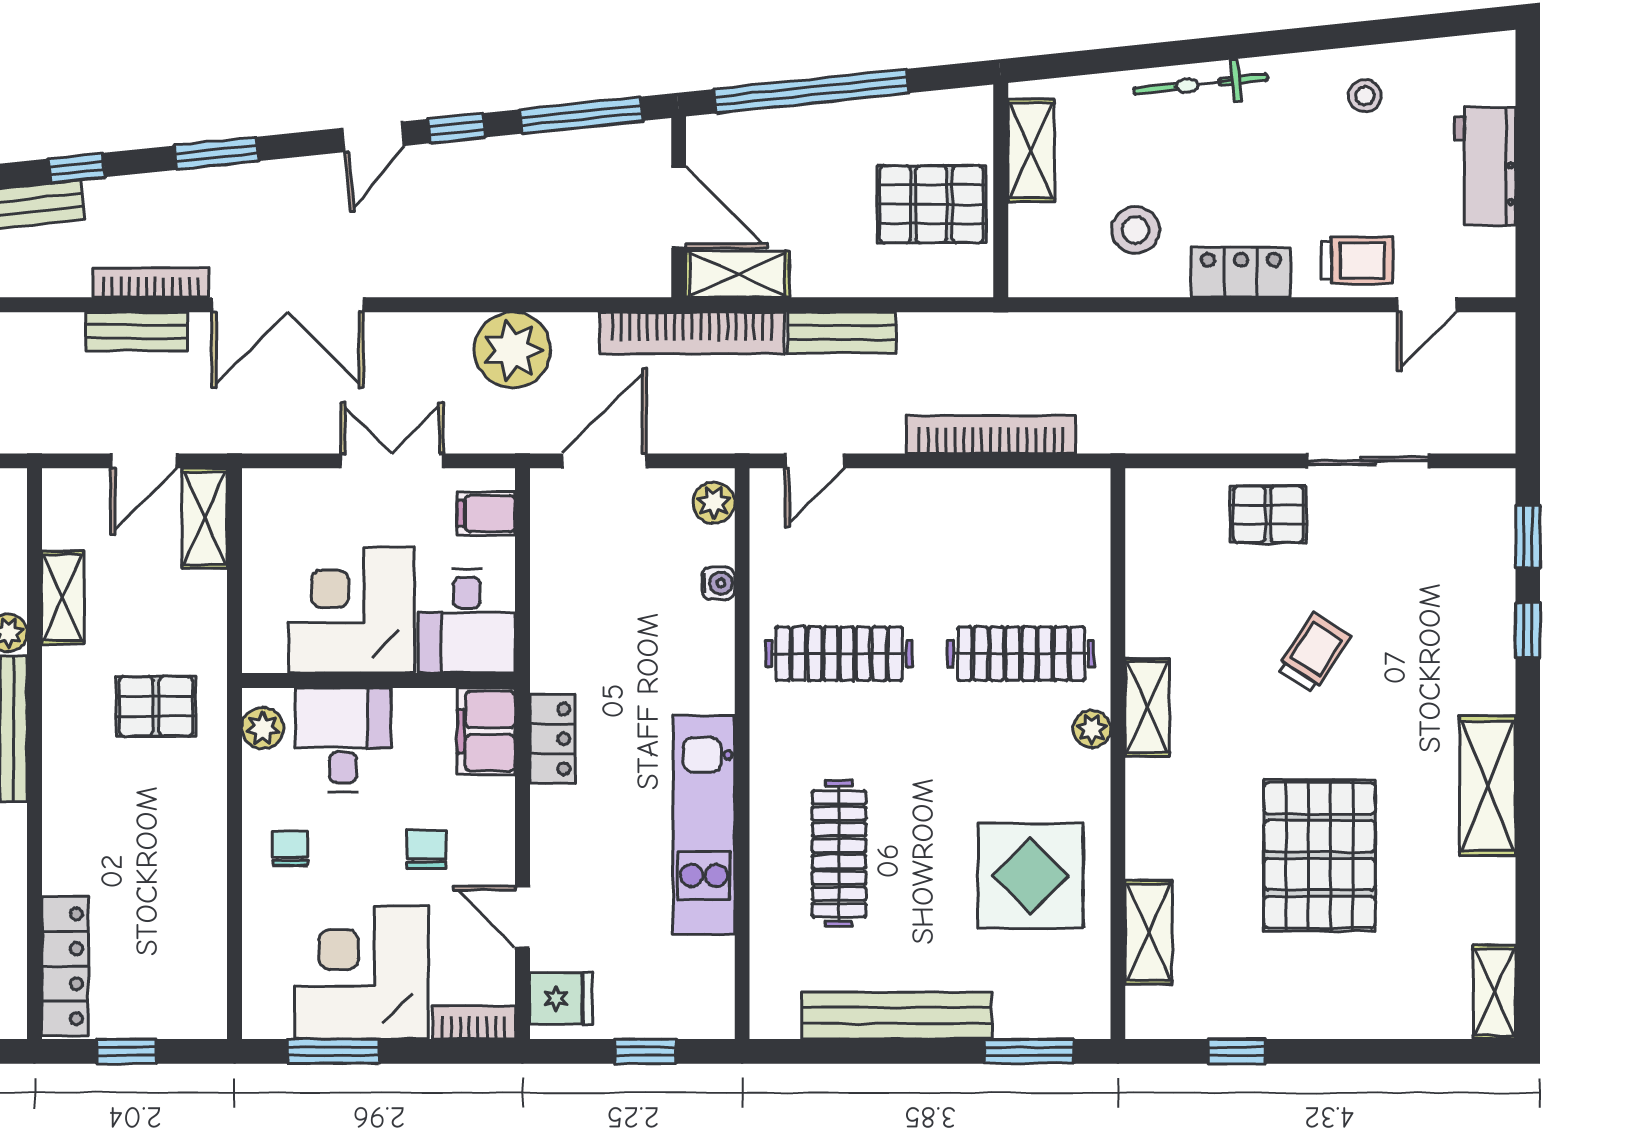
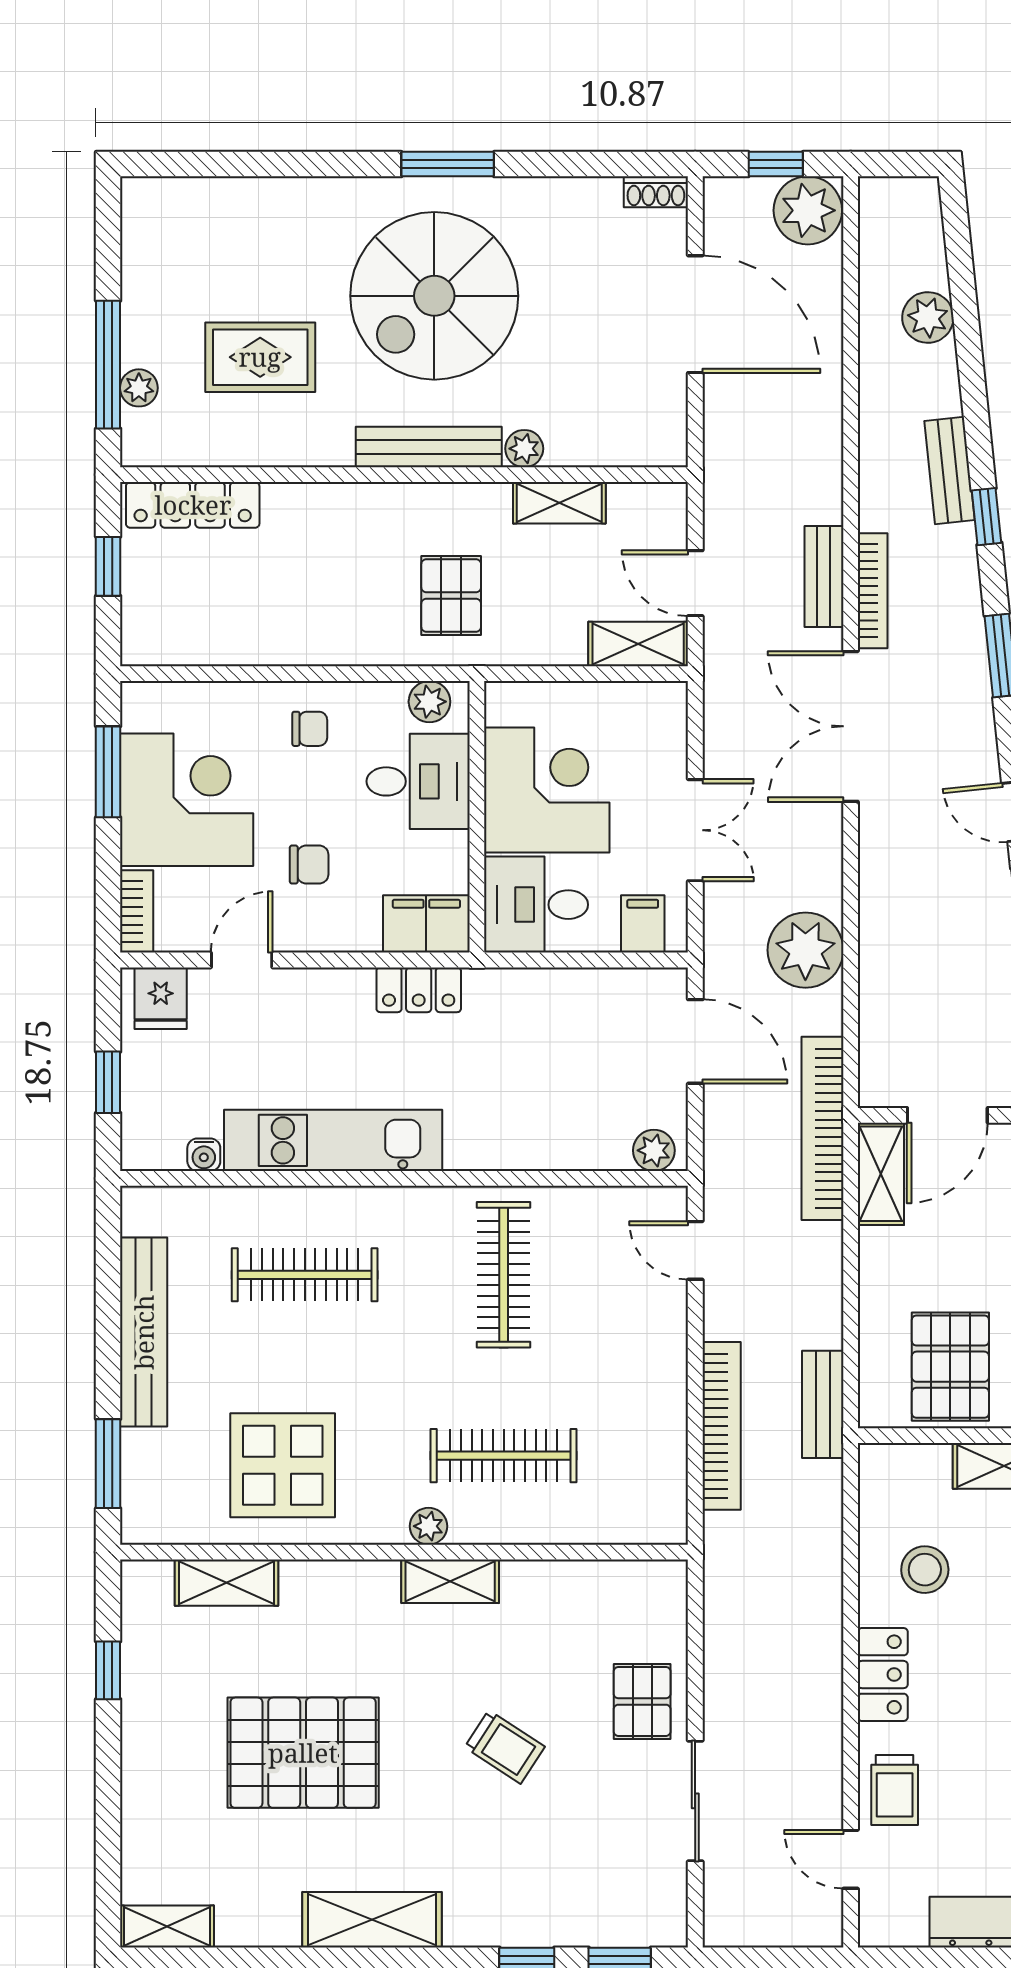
bench: (842, 333) -> (823, 1404), moved
water cooler: (718, 583) -> (204, 1155), moved
clothes rail: (1021, 654) -> (504, 1456), turned 90

